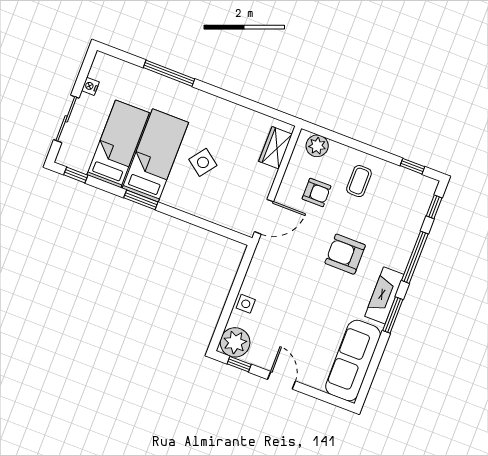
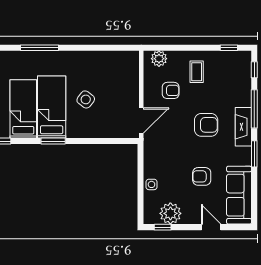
wardrobe: (276, 148) -> (131, 71), removed
armchair: (345, 254) -> (206, 125), turned 180
fireplace: (384, 295) -> (243, 127), moved
armchair: (314, 318) -> (202, 176), added
plant: (235, 342) -> (170, 213), moved
door: (282, 380) -> (211, 227), moved

